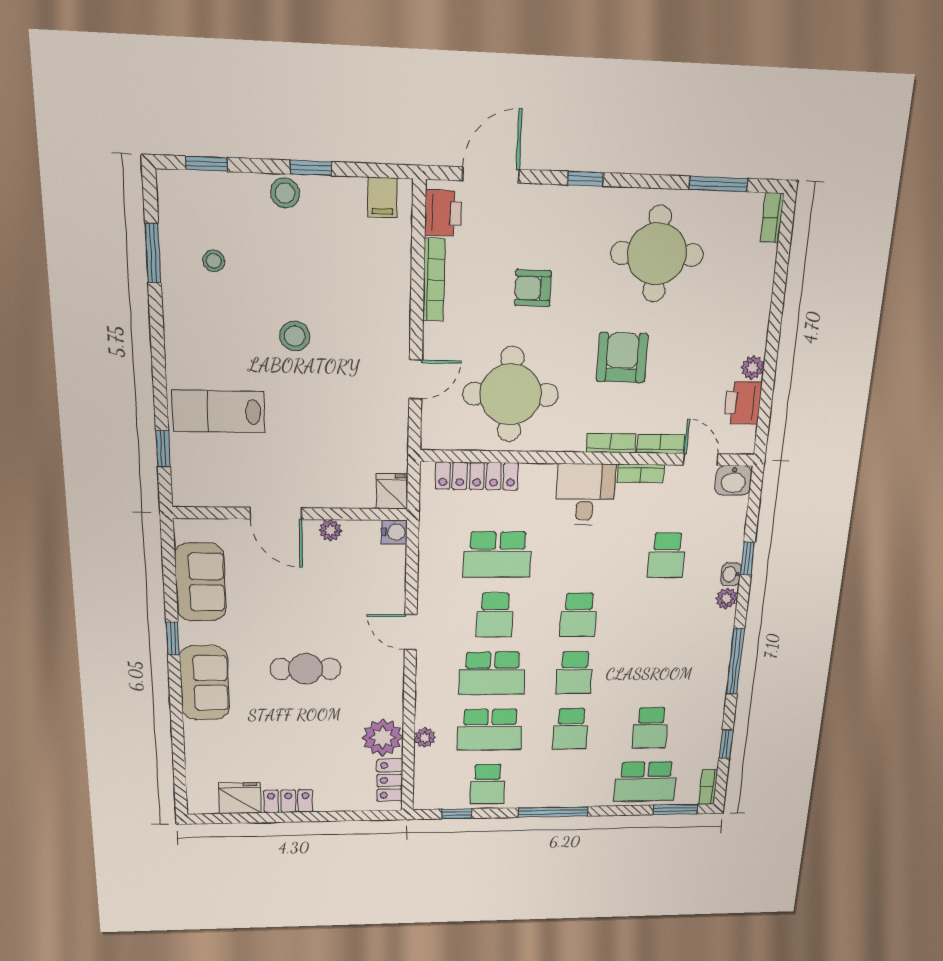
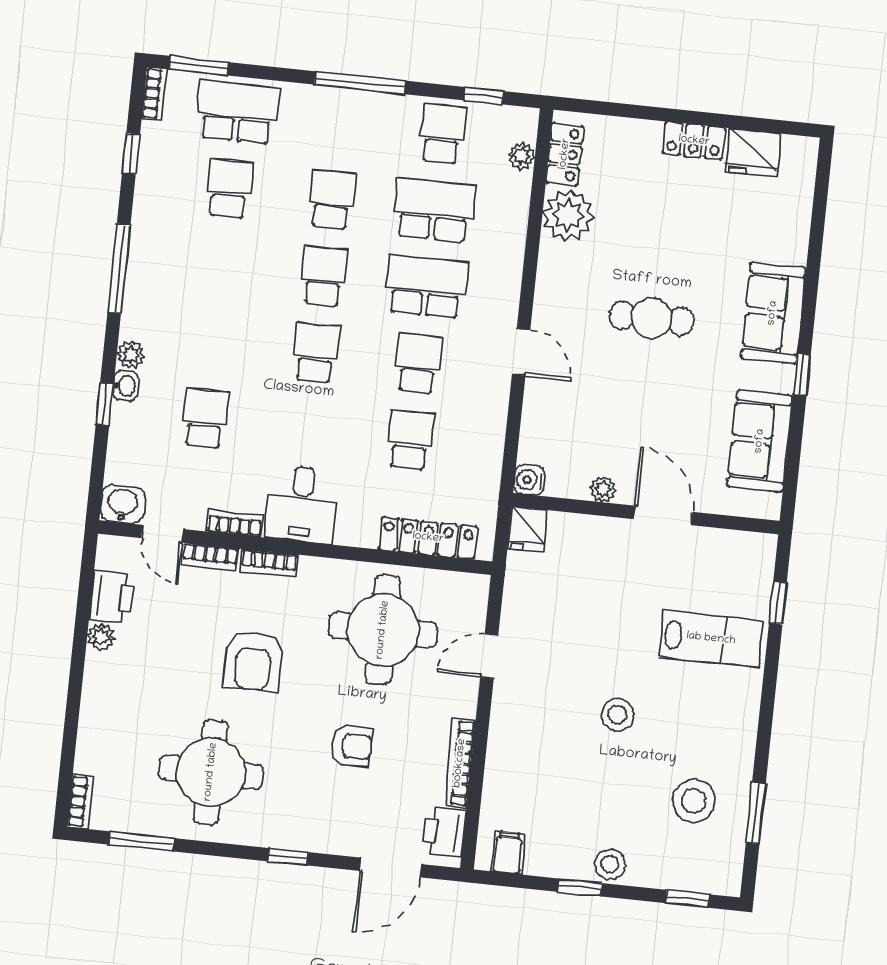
stool: (214, 261) -> (694, 801), width x1.89, depth x1.89
school desk: (497, 555) -> (410, 440), width x0.54
plant: (425, 738) -> (521, 156), moved

